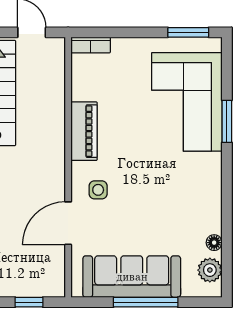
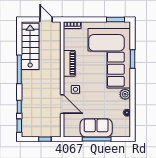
corner sofa: (187, 102) -> (109, 58), width x1.36, depth x1.36
door: (68, 223) -> (62, 104), swing flipped
plant: (210, 270) -> (125, 94), moved
sofa: (132, 277) -> (96, 128), width x0.73

